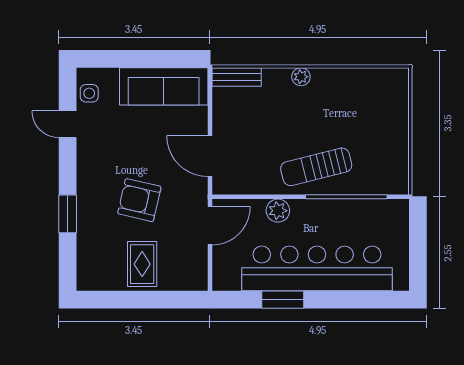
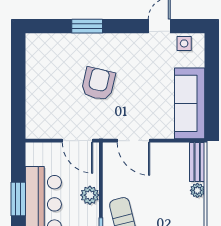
plant: (301, 77) -> (197, 190), moved
door: (210, 156) -> (134, 141), swing flipped
rug: (142, 264) -> (47, 86), removed

